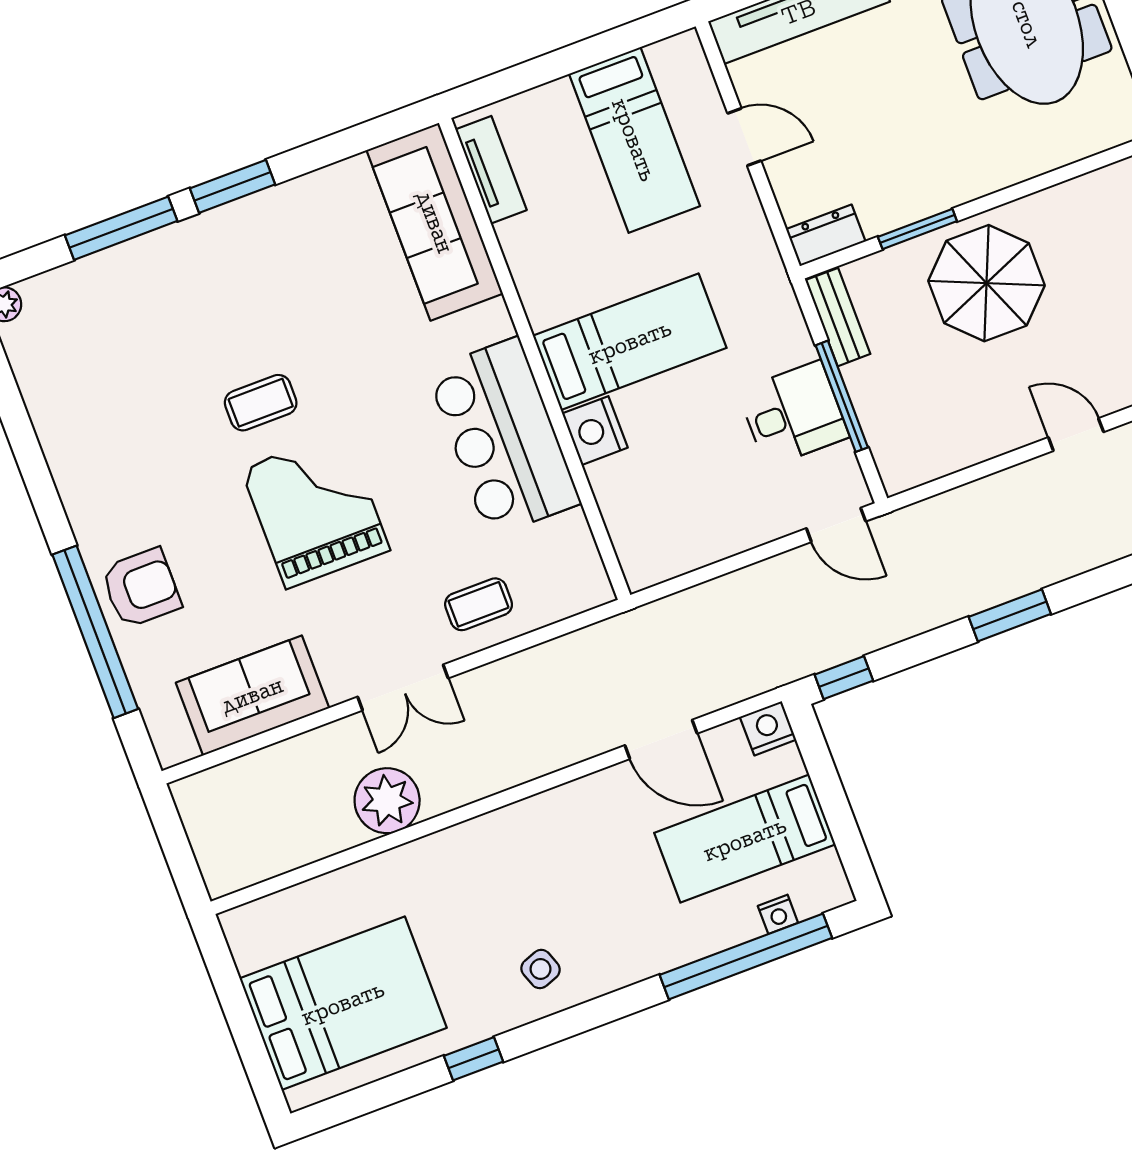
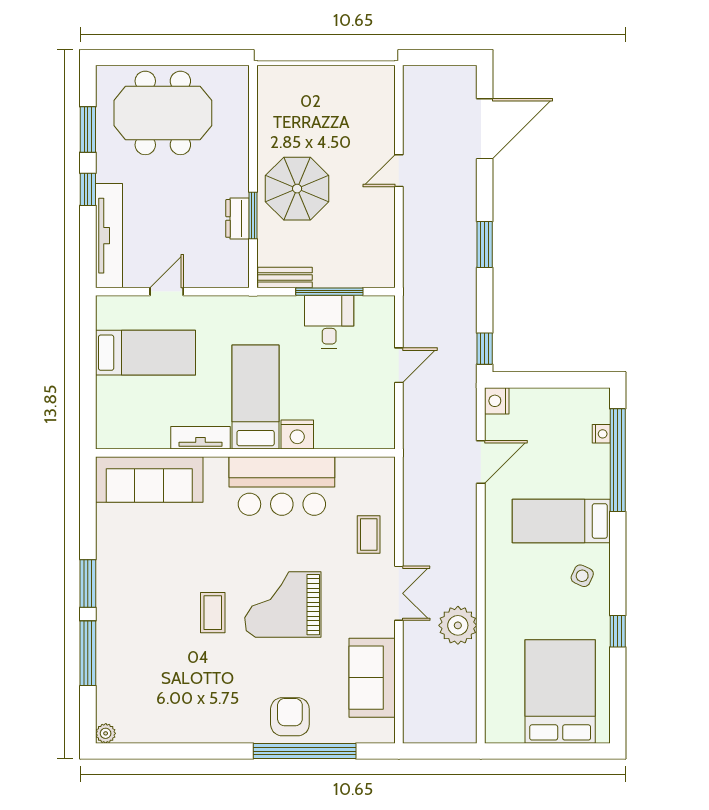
tv unit: (491, 170) -> (200, 438), moved
dresser: (826, 235) -> (238, 218), moved
door: (836, 525) -> (399, 365), moved
bed: (745, 839) -> (561, 521), moved, turned 90
side table: (541, 969) -> (582, 576), turned 45

